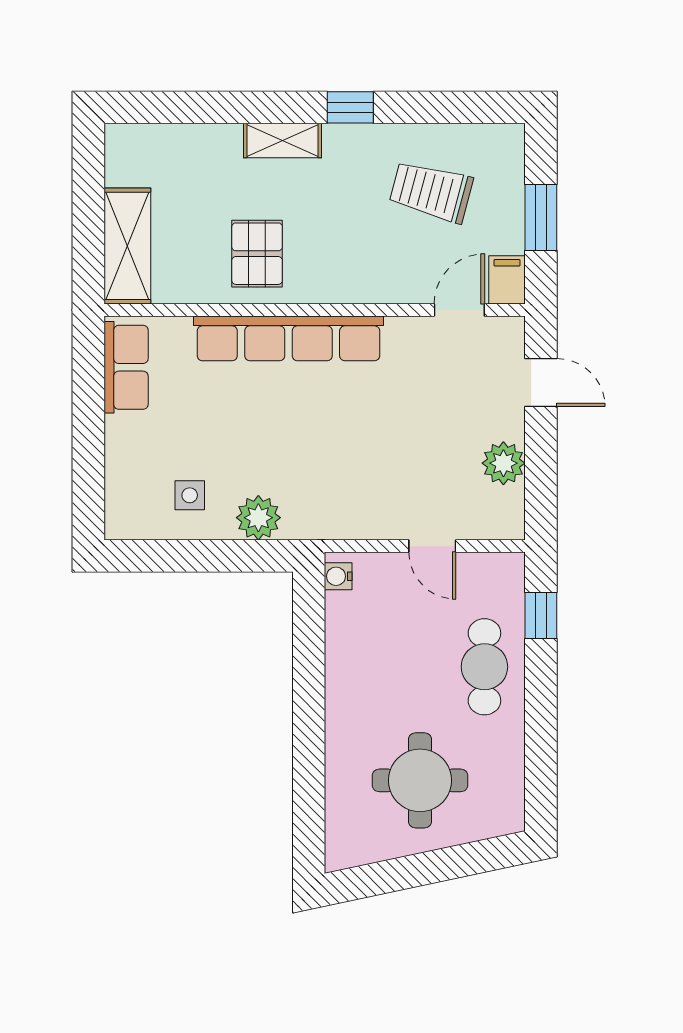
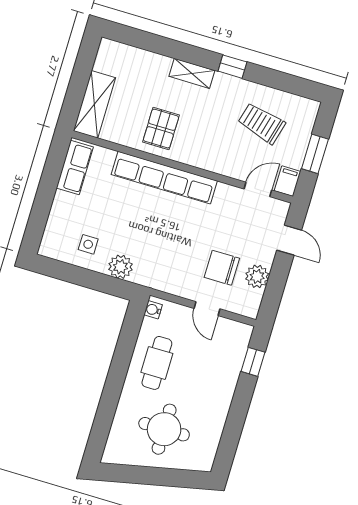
chair: (437, 466) -> (222, 268), added
cafe table: (484, 667) -> (157, 363), moved

